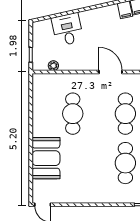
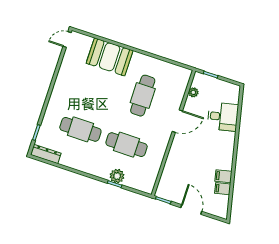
door: (111, 72) -> (177, 121), moved
cafe table: (73, 114) -> (143, 96), turned 90

